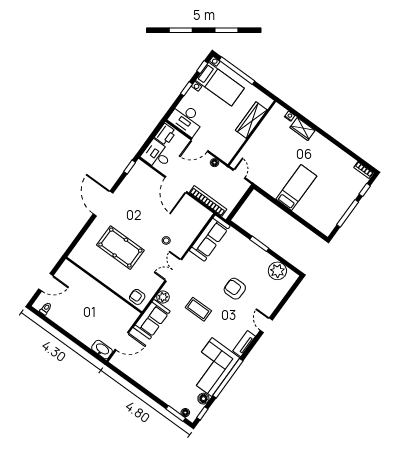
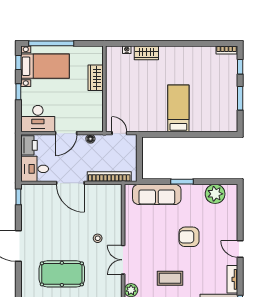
wardrobe: (251, 120) -> (96, 78), width x0.67
window: (348, 213) -> (240, 98), width x0.69
sofa: (210, 238) -> (157, 194), moved, turned 90

